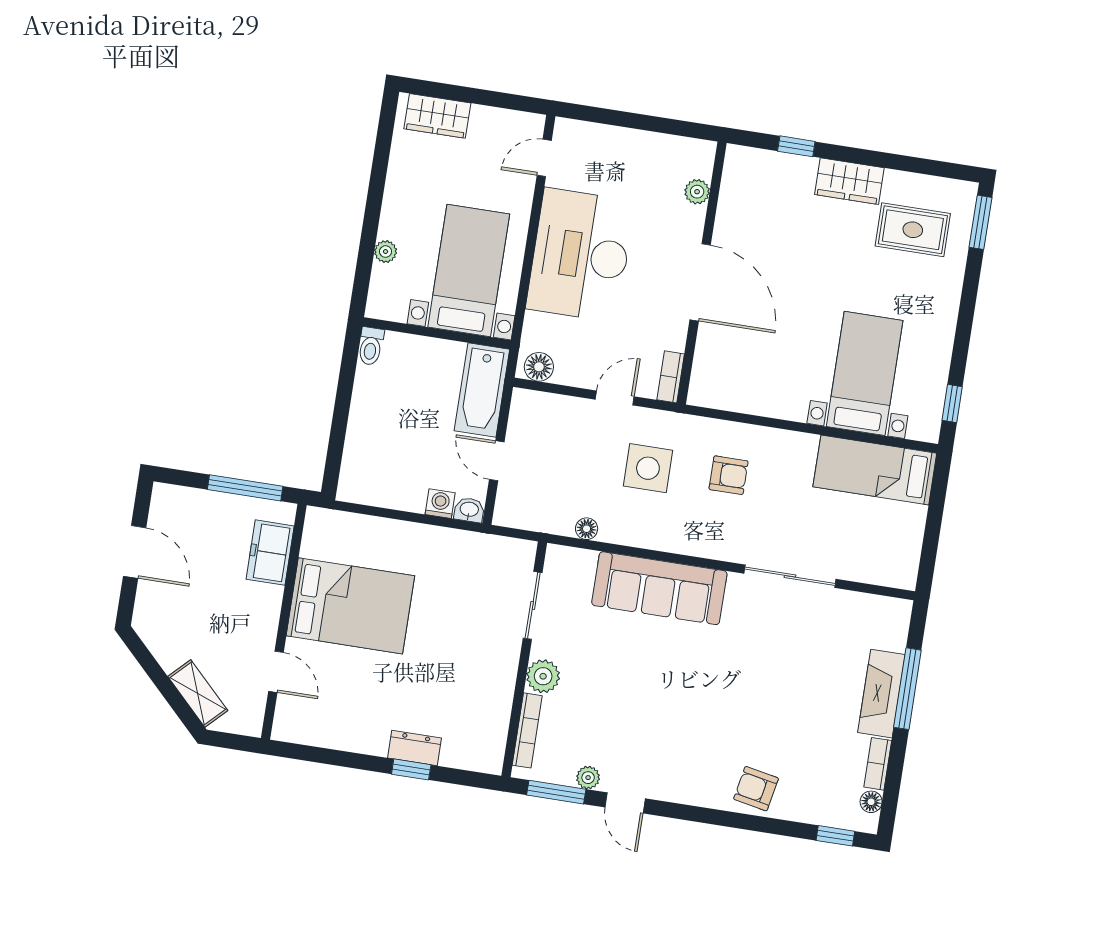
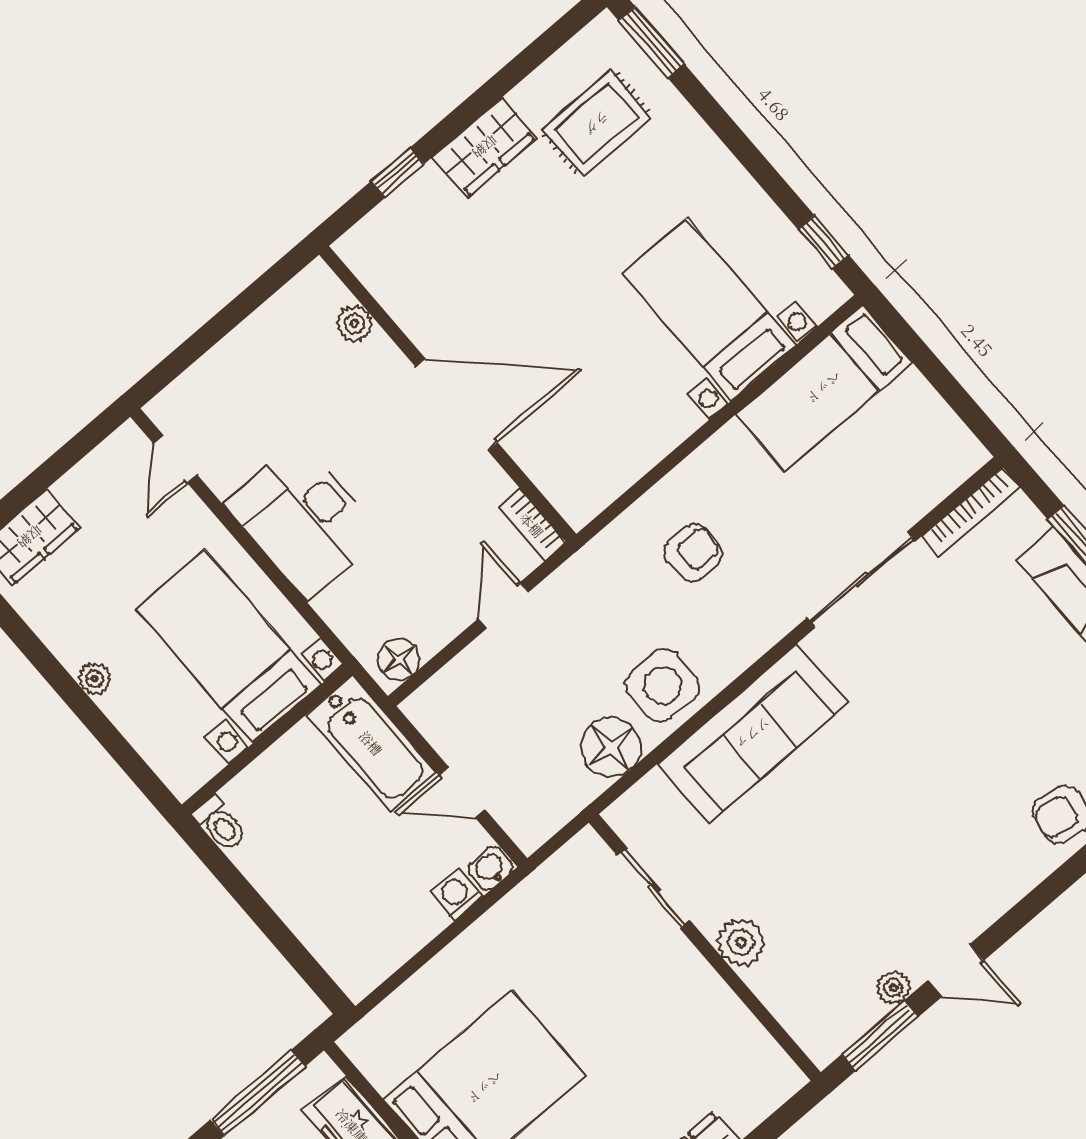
plant: (386, 252) -> (95, 679), moved
desk: (580, 255) -> (304, 520), width x0.73, depth x0.77
side table: (648, 468) -> (663, 685), moved
floor lamp: (587, 529) -> (611, 747), width x1.89, depth x1.89
bookcase: (527, 730) -> (971, 512), moved, turned 90

